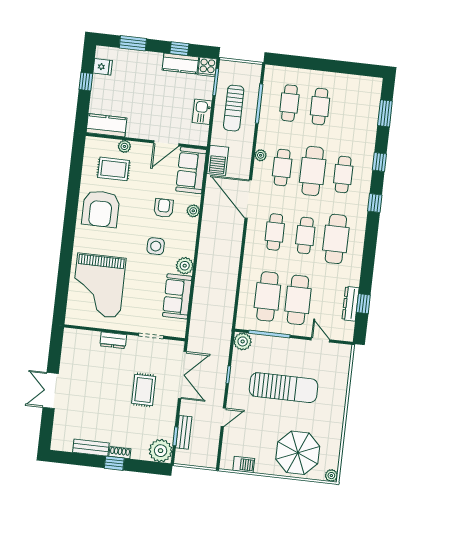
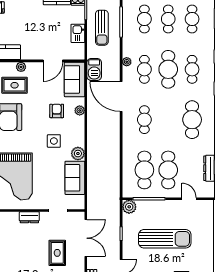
cafe table: (305, 235) -> (192, 19), moved

